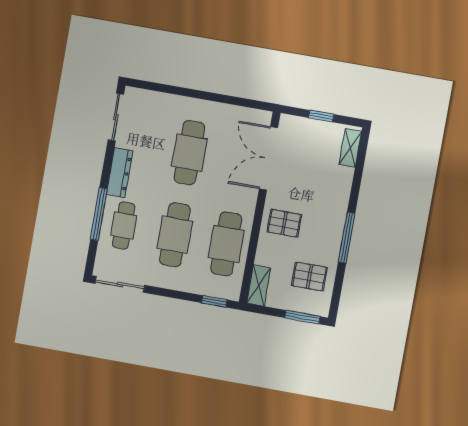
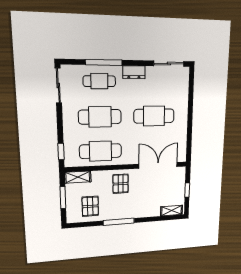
dresser: (120, 173) -> (134, 72), width x0.70
window: (302, 317) -> (63, 198), moved

